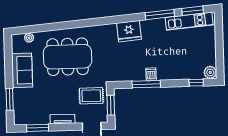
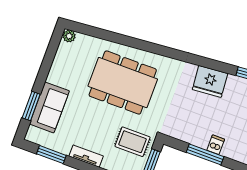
plant: (29, 38) -> (69, 36), moved
sofa: (22, 70) -> (49, 107), moved

